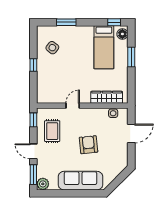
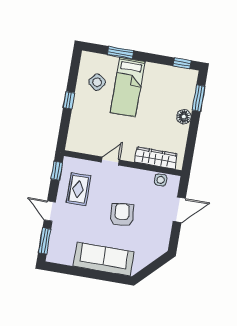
floor lamp: (122, 34) -> (184, 117), moved
bed: (104, 47) -> (128, 87), moved
window: (131, 57) -> (199, 98), moved
plant: (43, 184) -> (55, 255), removed

